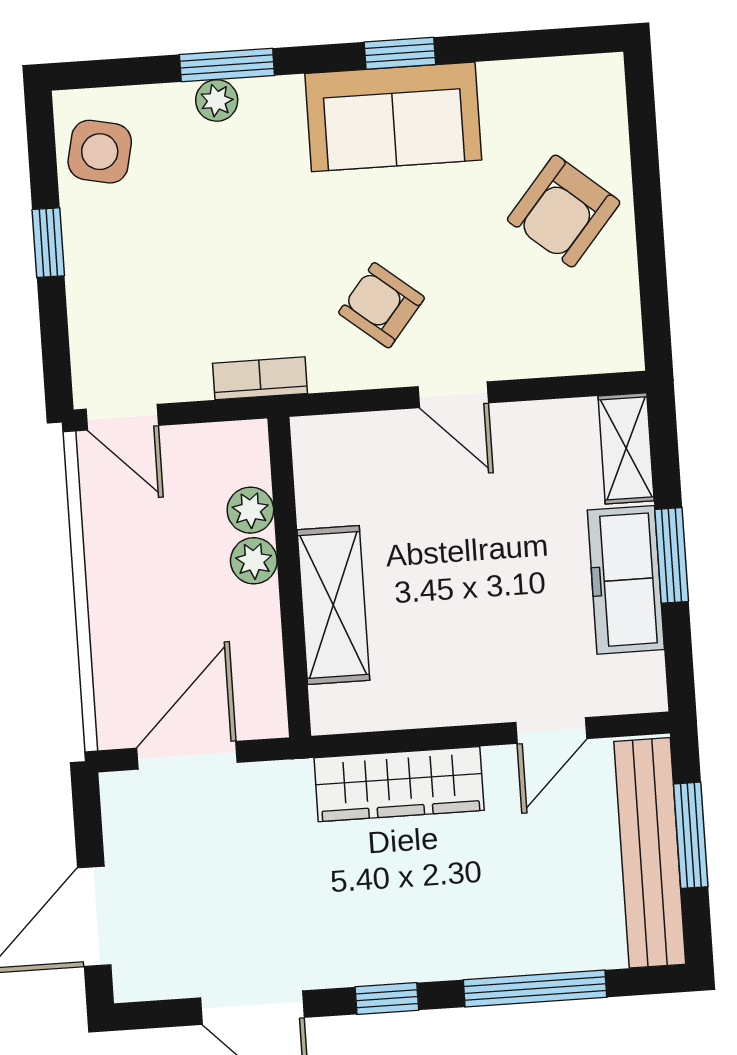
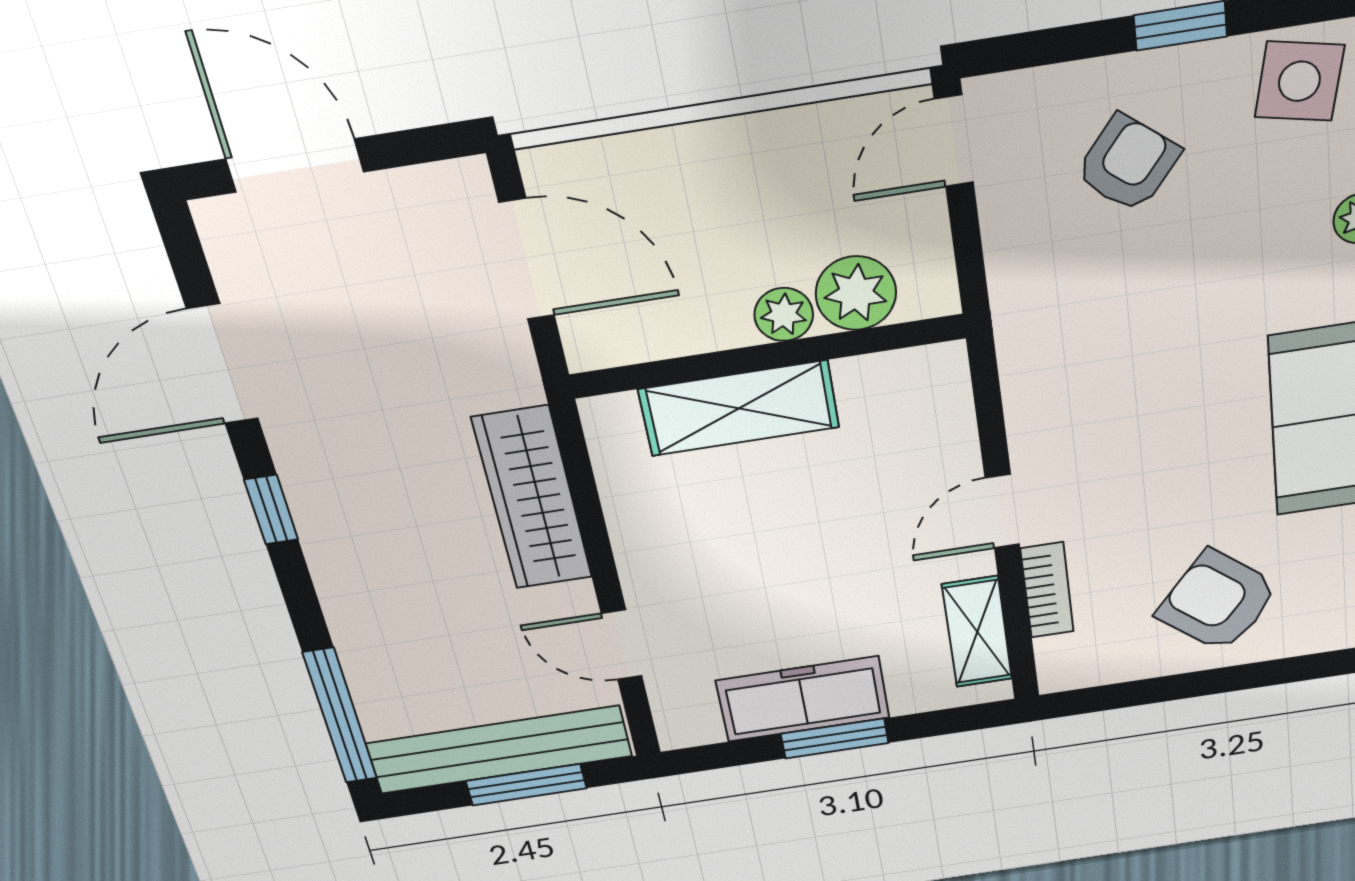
armchair: (382, 305) -> (1128, 163), moved
bookcase: (260, 378) -> (1047, 590), moved
shelving: (626, 448) -> (977, 632), moved, turned 90
plant: (250, 510) -> (856, 293), width x1.38, depth x1.38
window: (535, 988) -> (340, 716), moved

